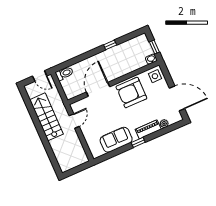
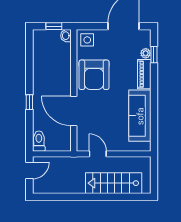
window: (110, 45) -> (29, 102), moved
stairs: (47, 117) -> (114, 183), moved
sofa: (116, 140) -> (140, 116), width x1.36
window: (138, 142) -> (154, 55), moved

